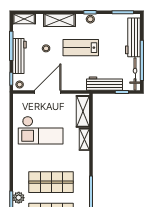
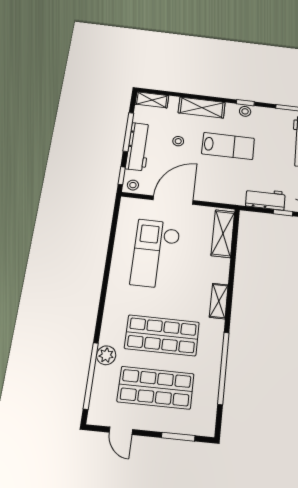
lab bench: (81, 48) -> (228, 146), turned 180
workbench: (104, 84) -> (265, 199), width x0.73
checkout: (41, 130) -> (156, 254), turned 90
shelving: (84, 139) -> (219, 301), moved

